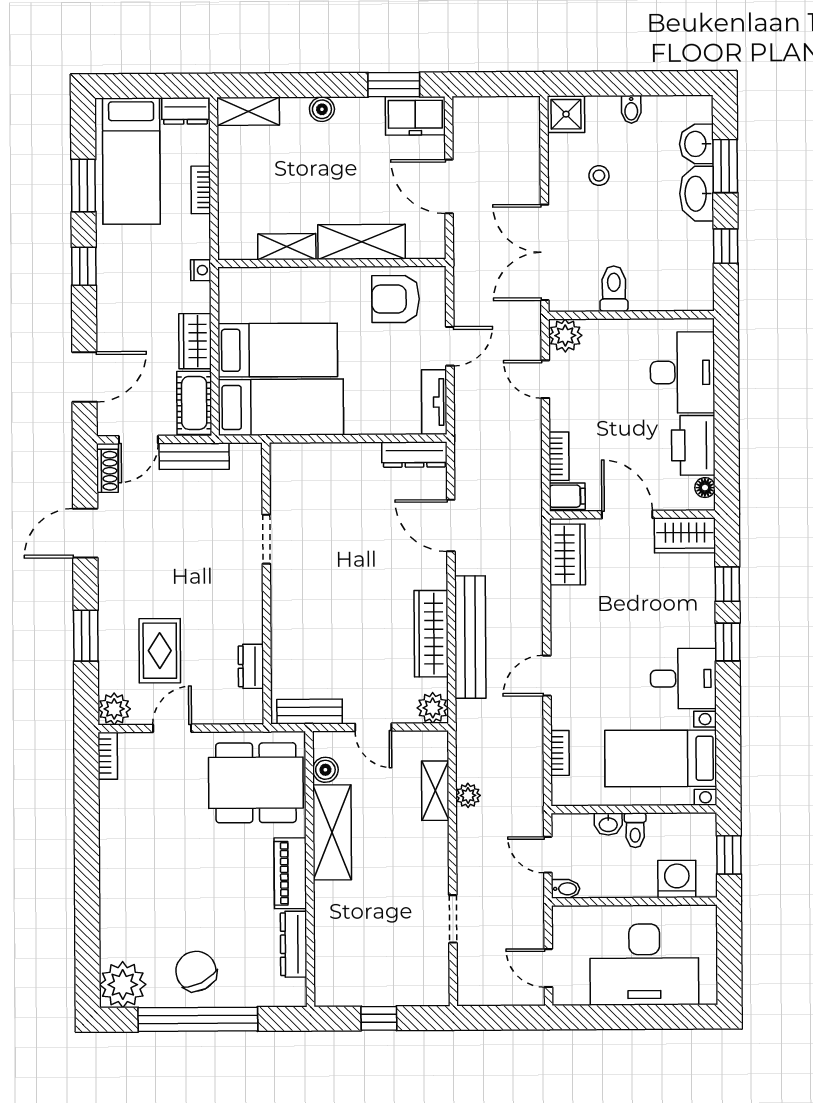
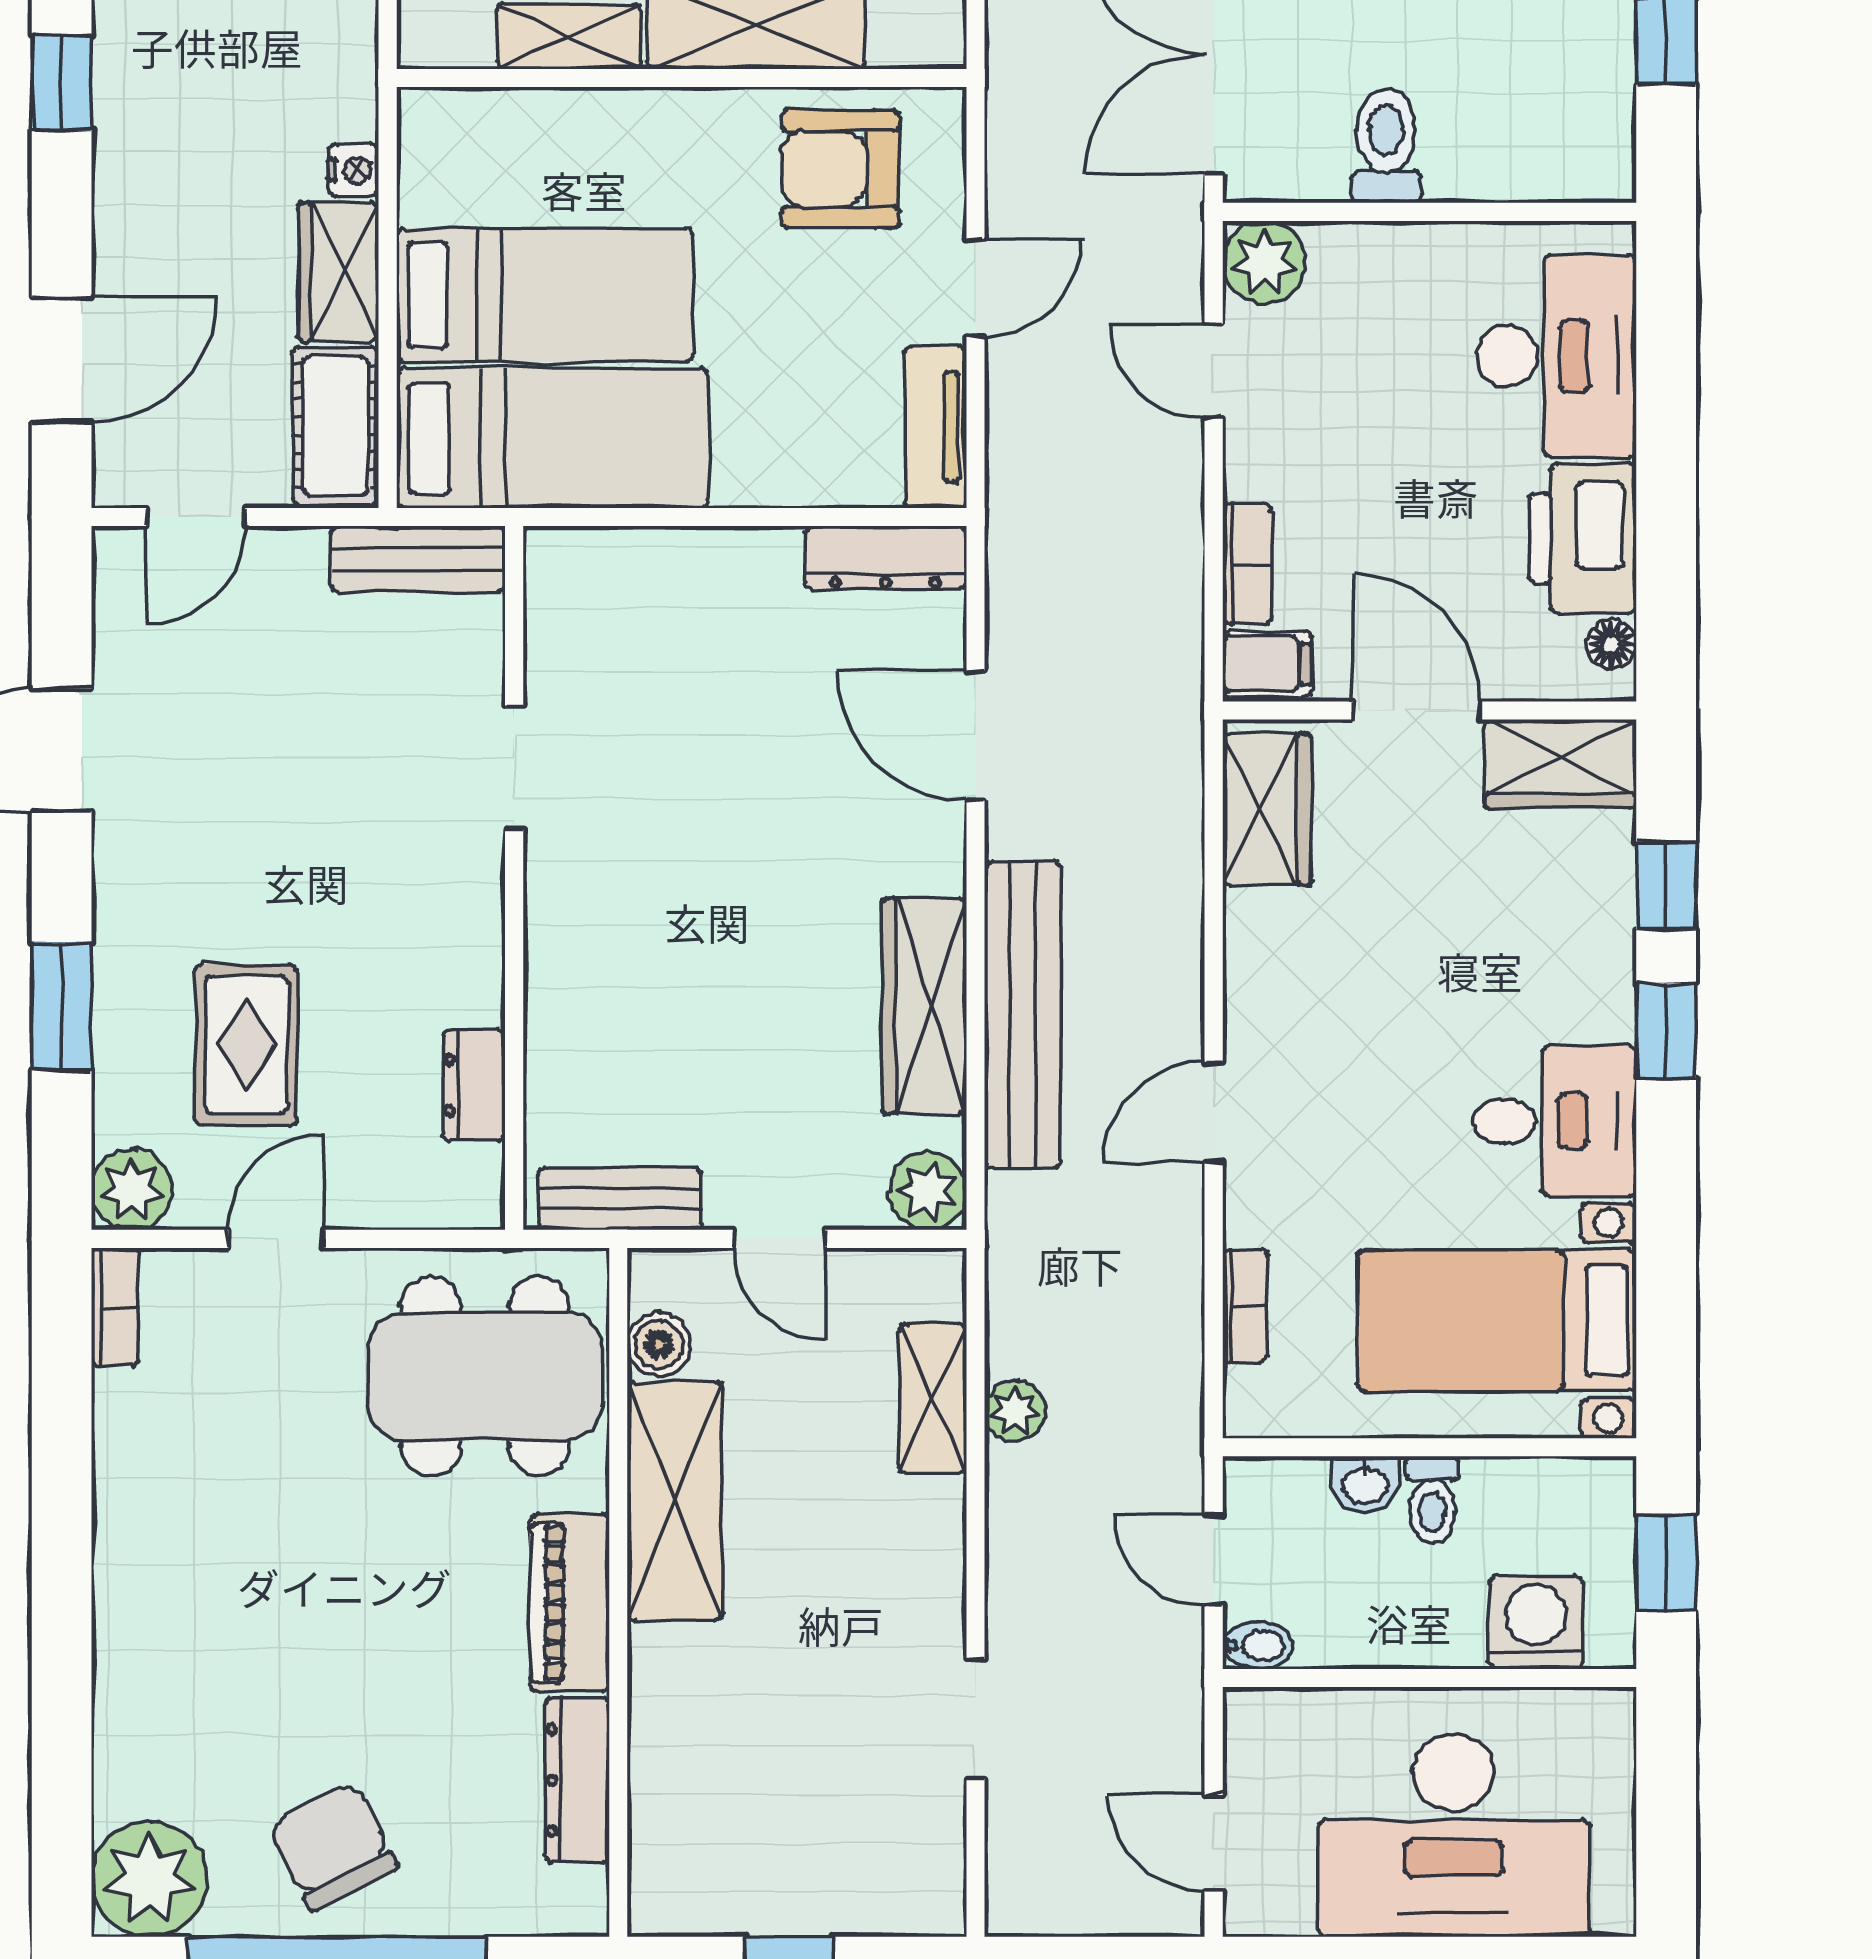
nightstand: (201, 270) -> (354, 170), moved
bench: (194, 456) -> (418, 559), moved
shoe rack: (107, 471) -> (118, 594), removed

